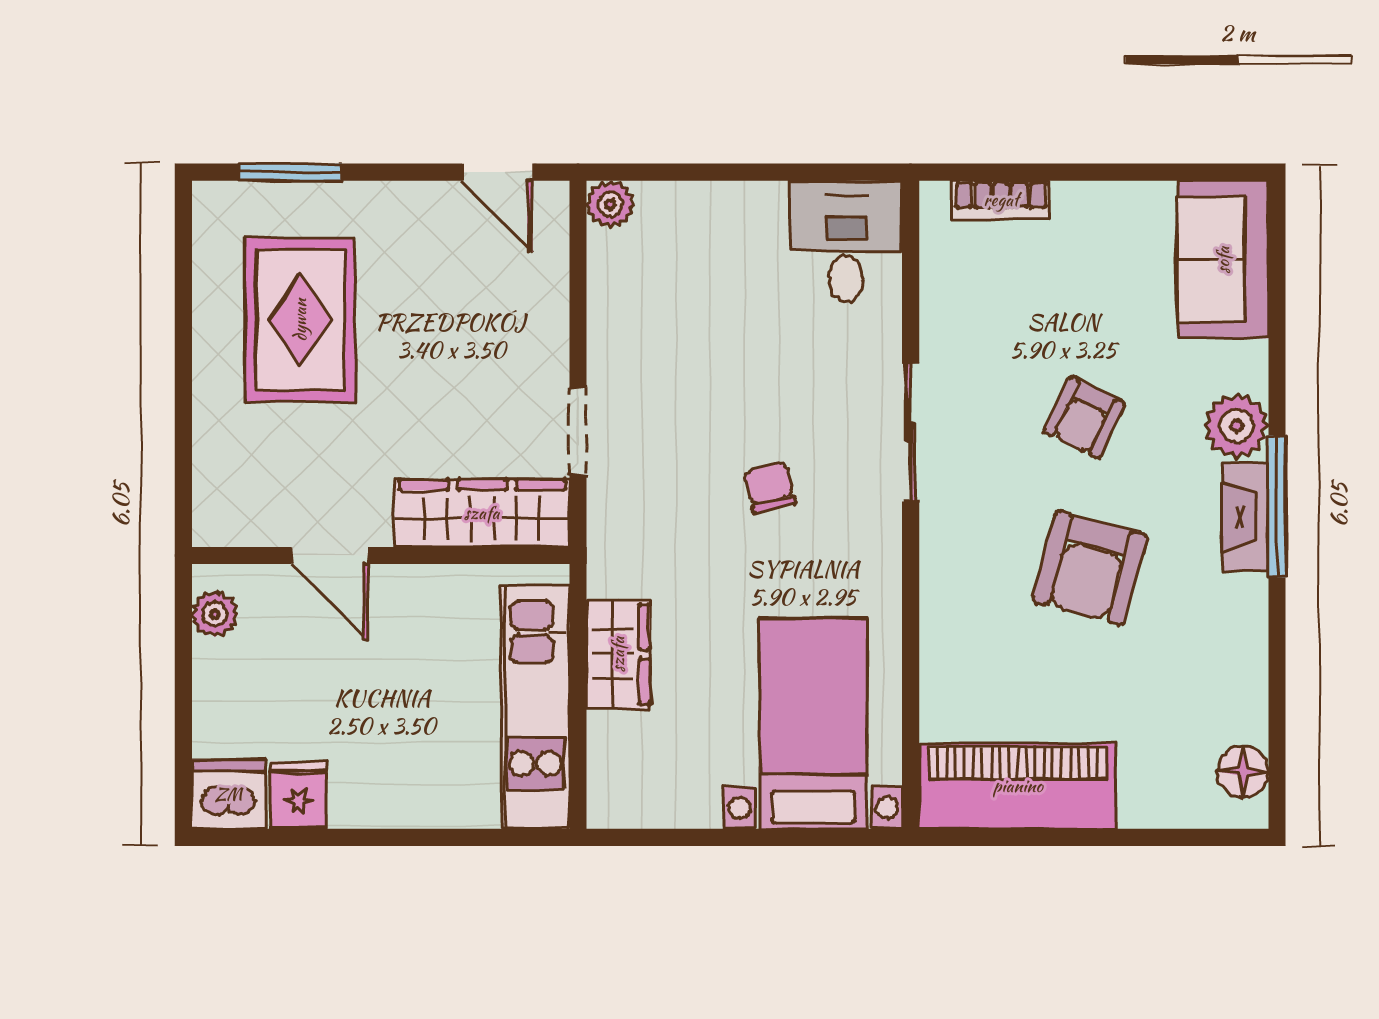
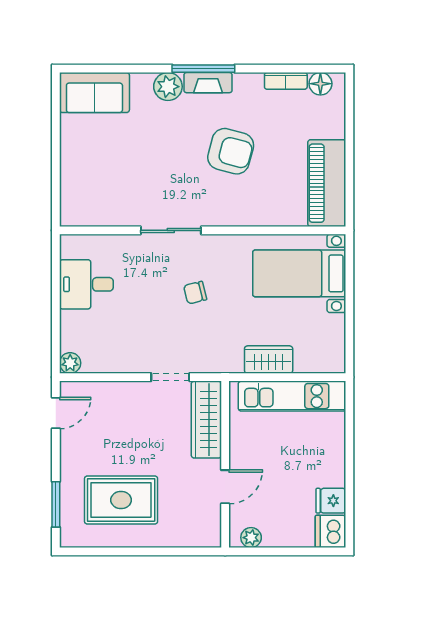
bookcase: (1001, 200) -> (286, 81), moved, turned 90
desk: (846, 241) -> (86, 284), moved
armchair: (1084, 417) -> (164, 154), removed

